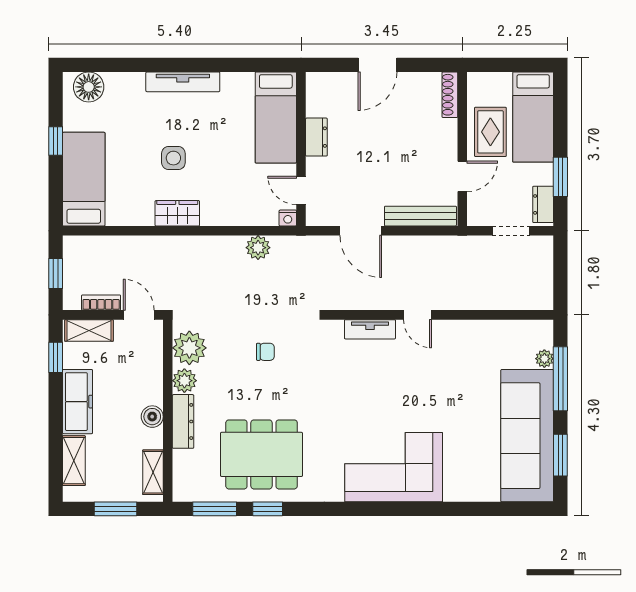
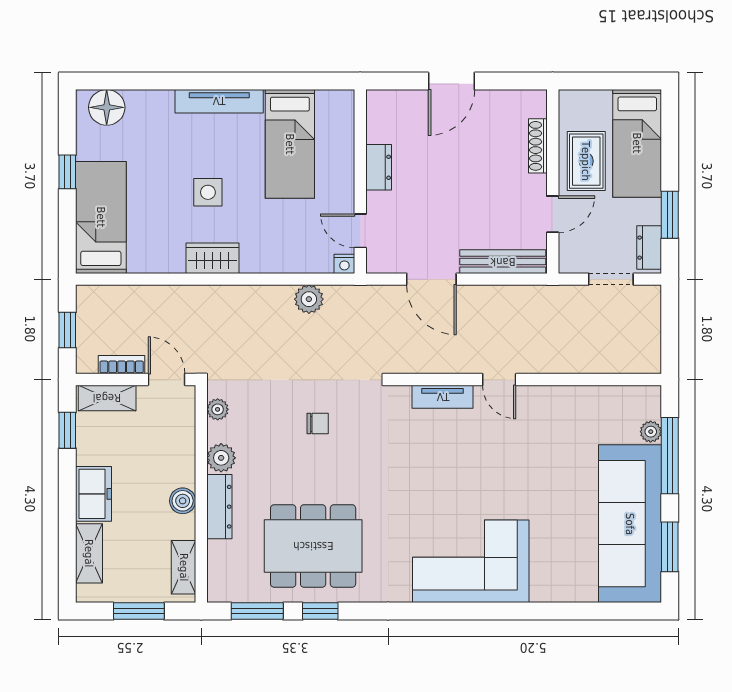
shoe rack: (450, 95) -> (538, 146), moved
bed: (276, 117) -> (290, 144), moved
plant: (189, 348) -> (218, 409), width x0.53, depth x0.53
freezer: (78, 402) -> (93, 494), width x0.71

